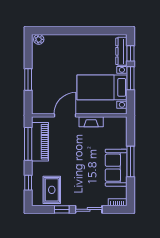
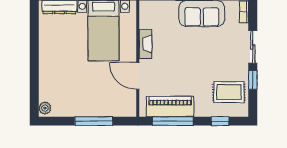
window: (28, 79) -> (94, 121), width x1.44

